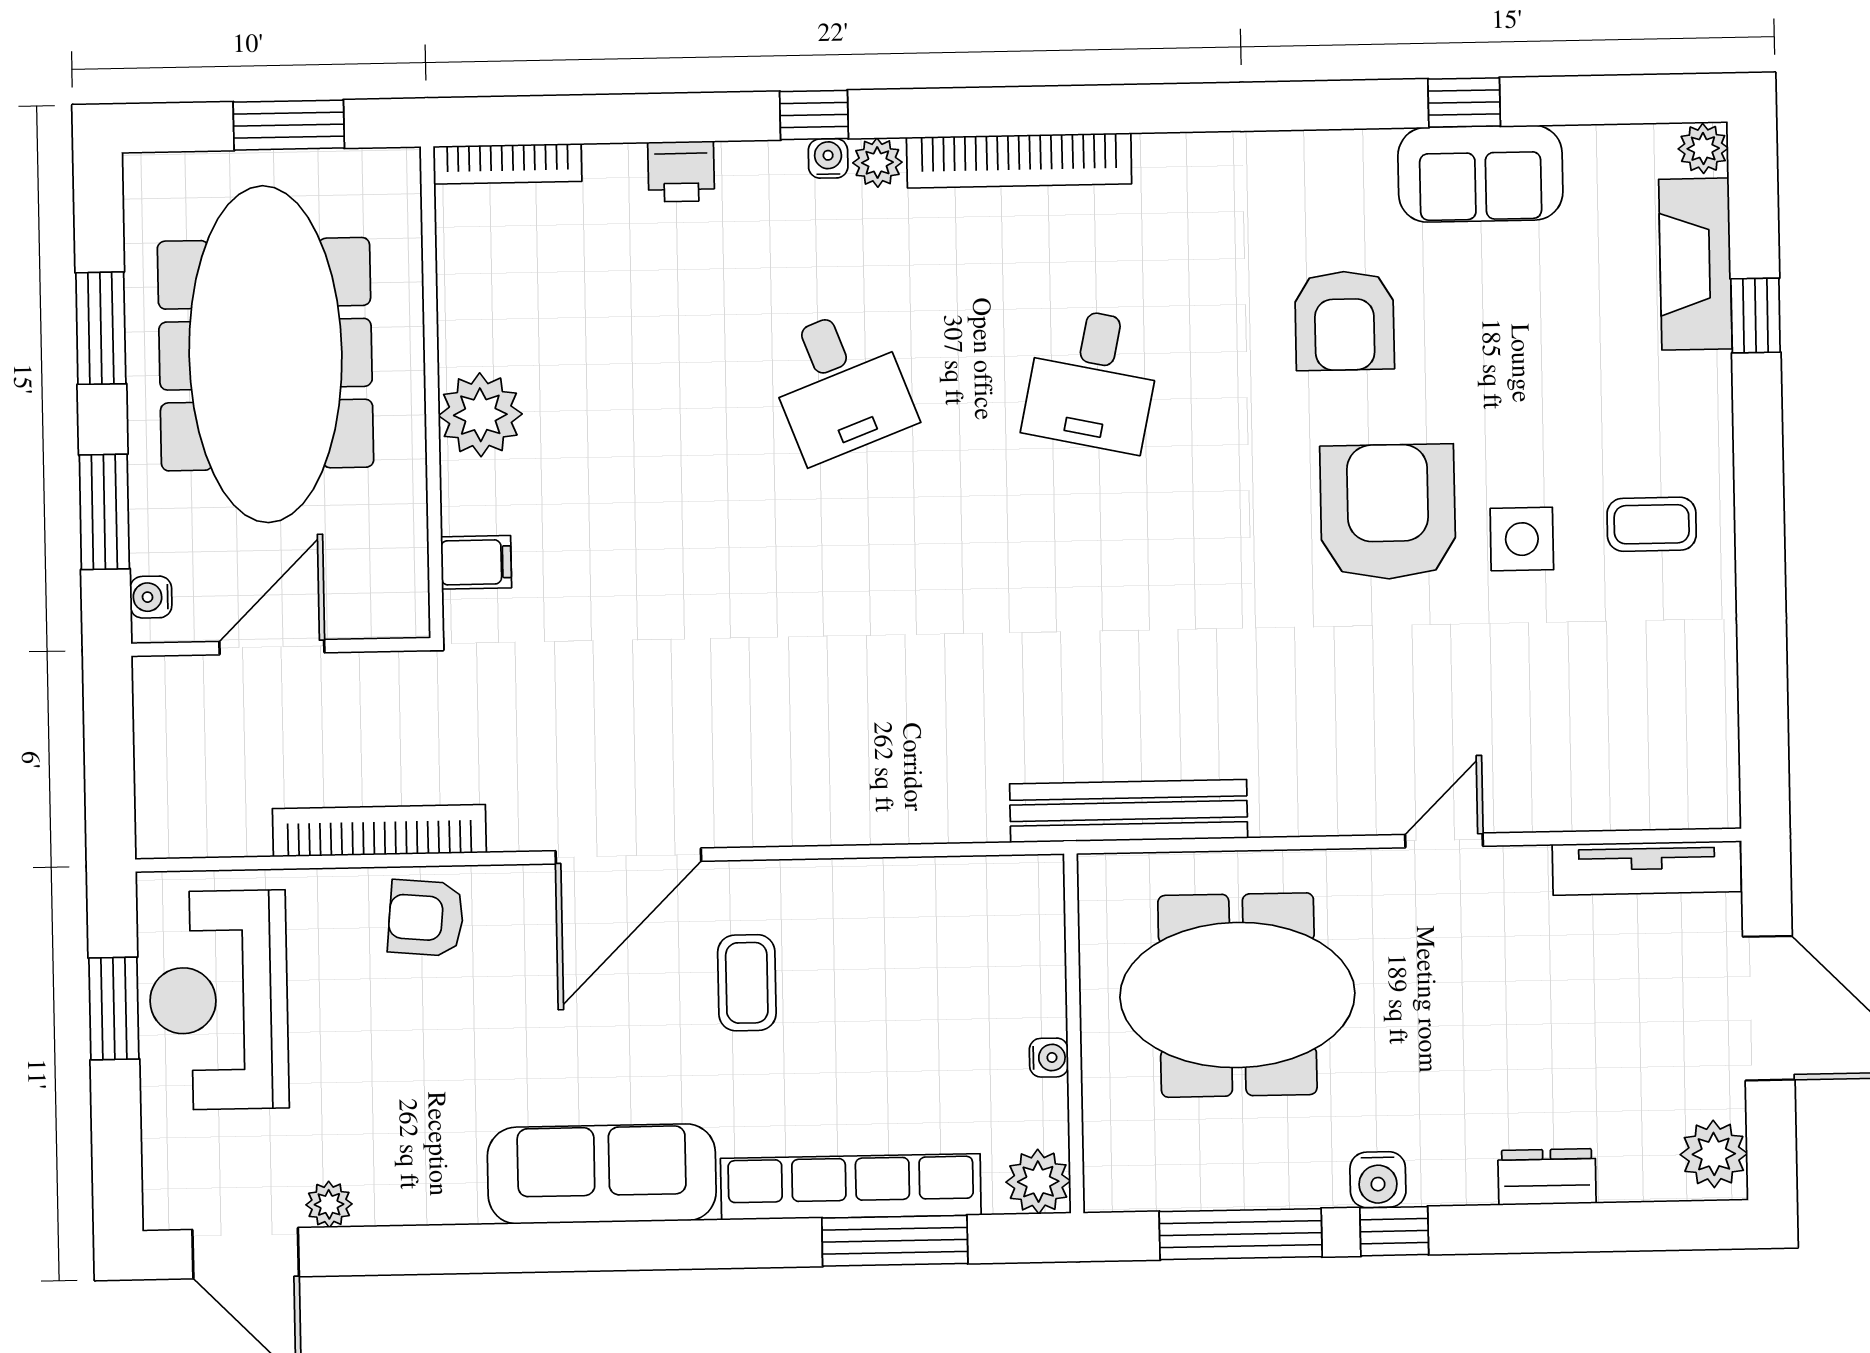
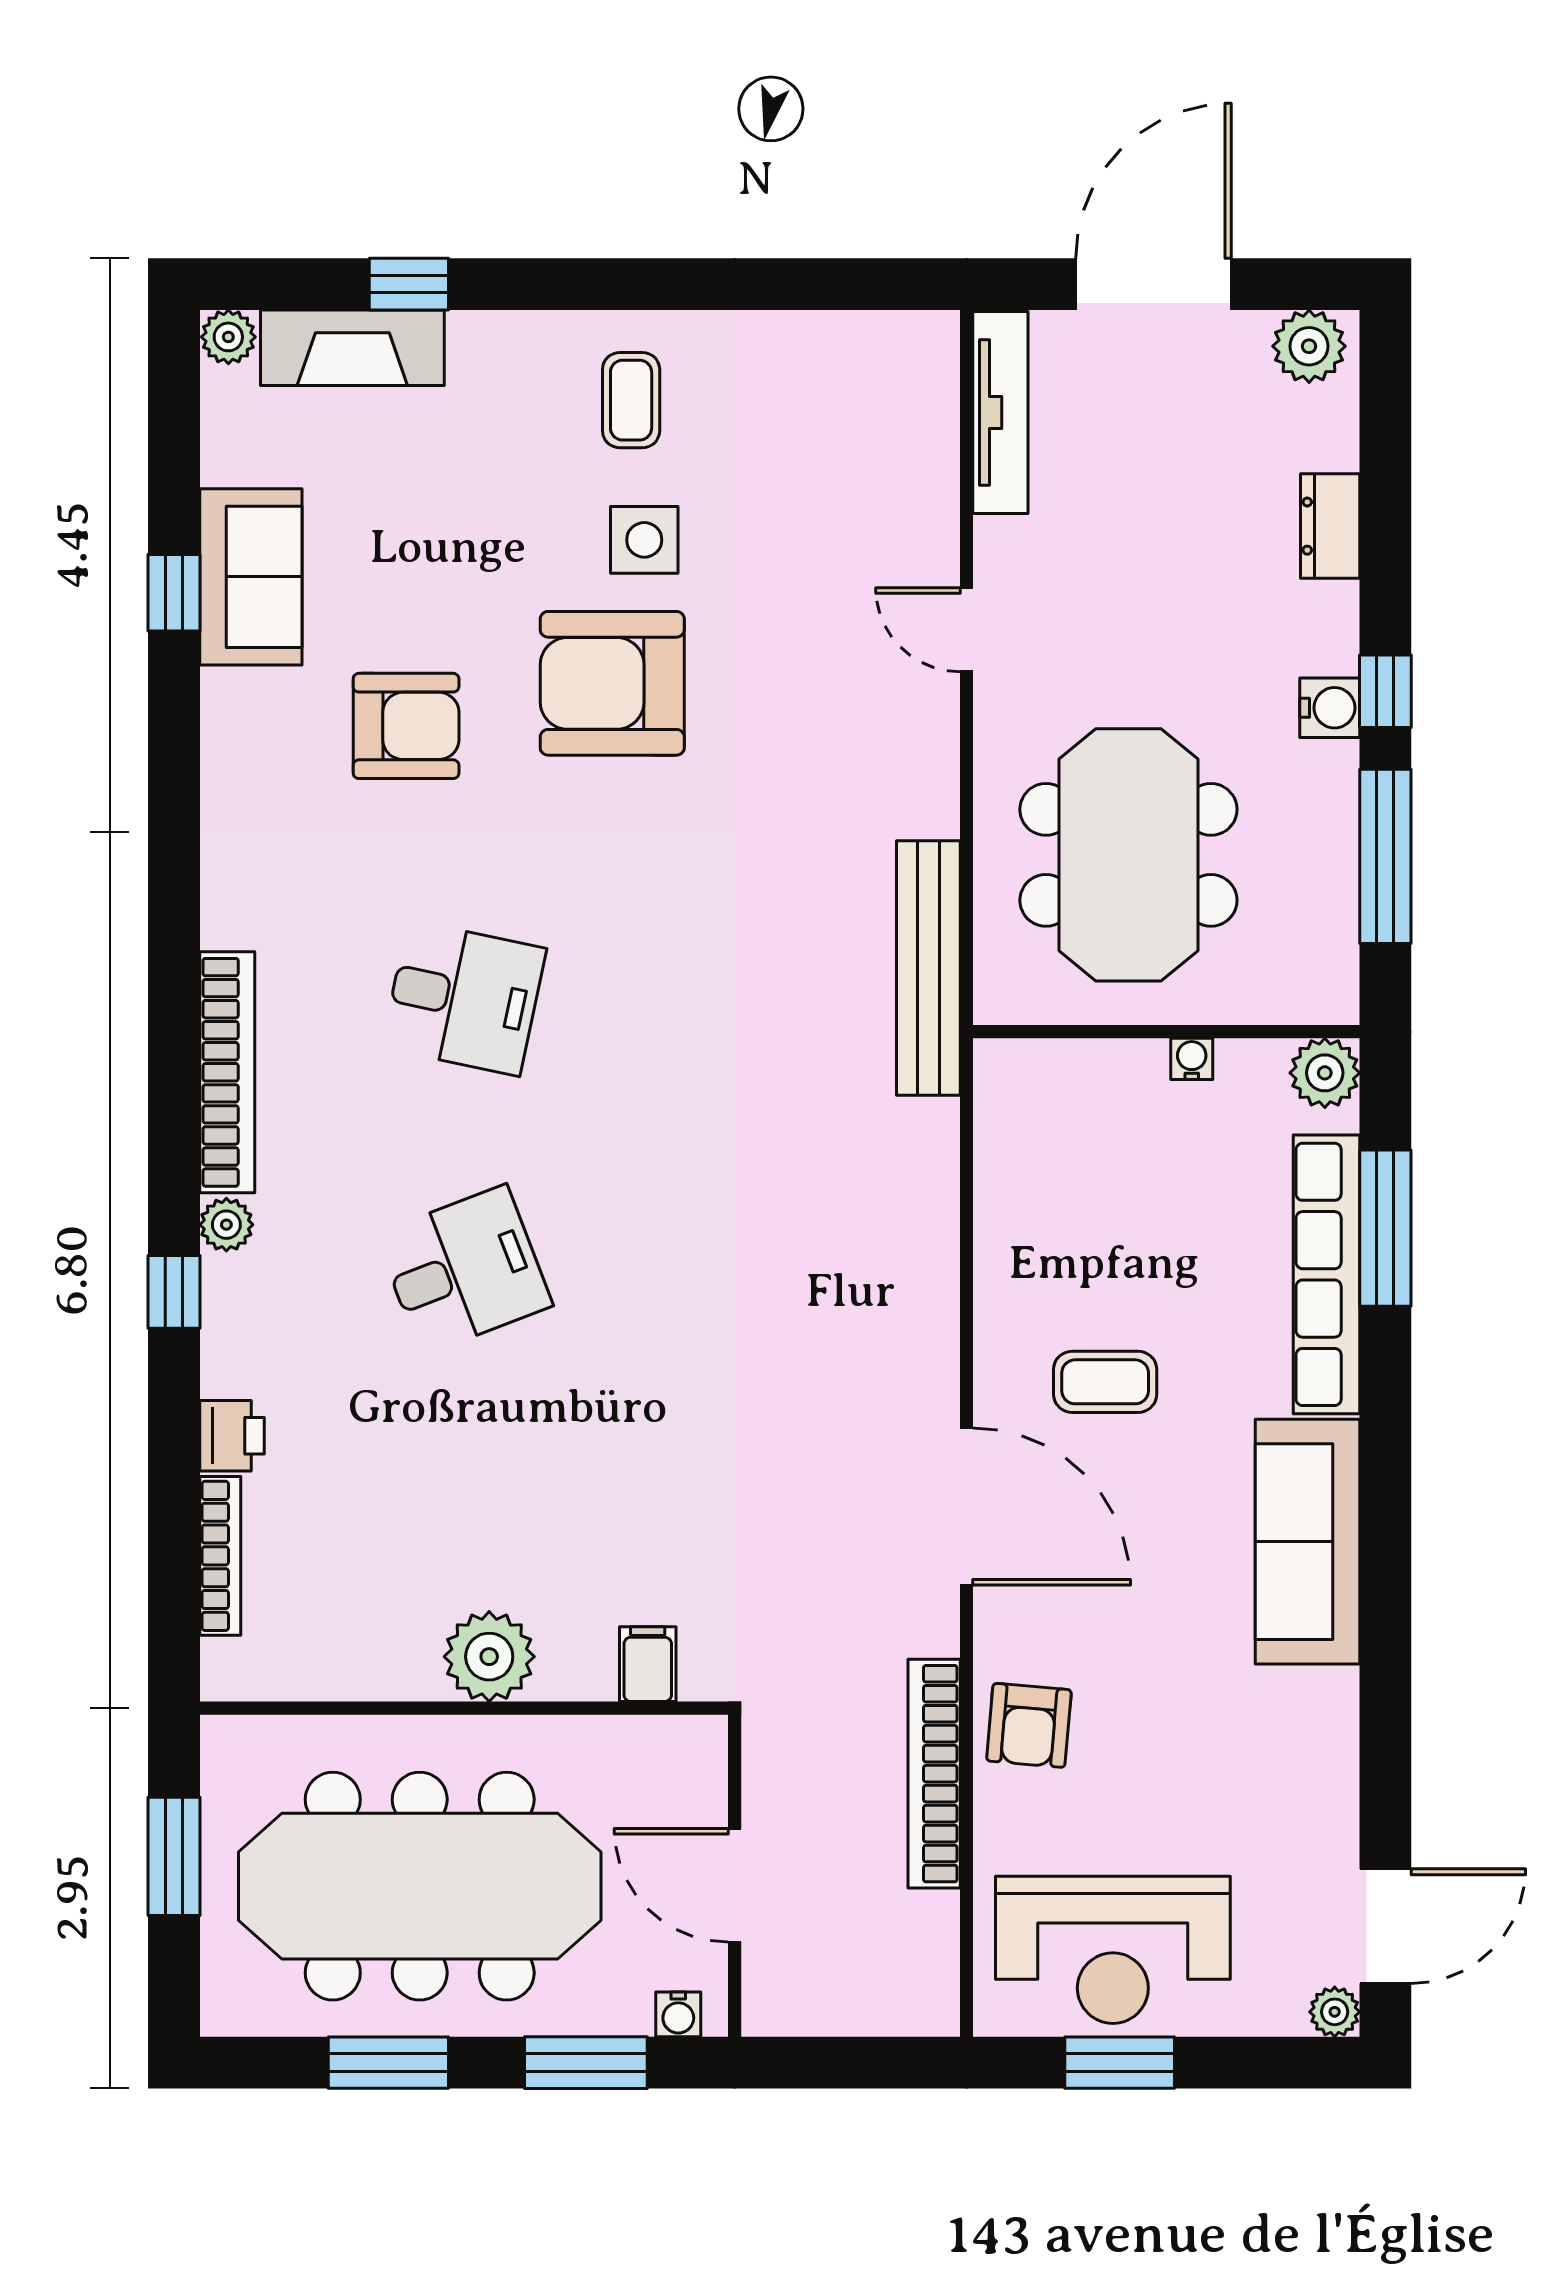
water cooler: (828, 158) -> (221, 1278), removed
bookcase: (508, 164) -> (220, 1556), moved
plant: (329, 1204) -> (1335, 2012), moved

